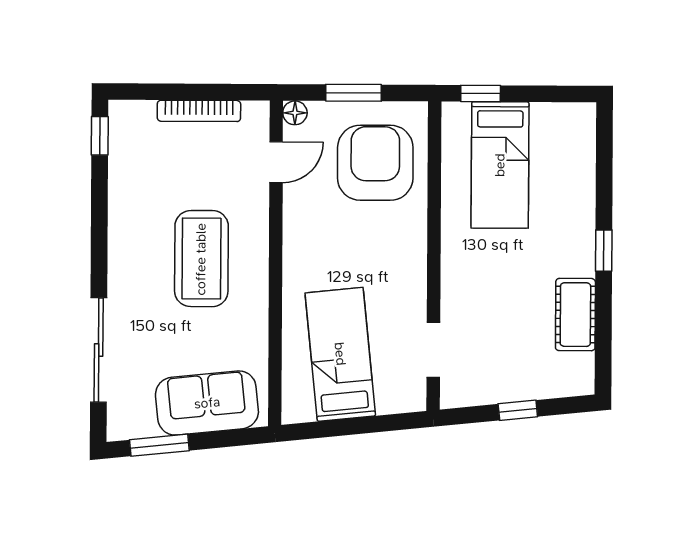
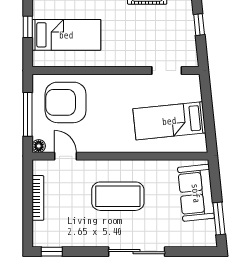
window: (353, 93) -> (28, 114), width x1.44
window: (481, 93) -> (28, 27), moved
sliding door: (99, 350) -> (137, 252), moved

